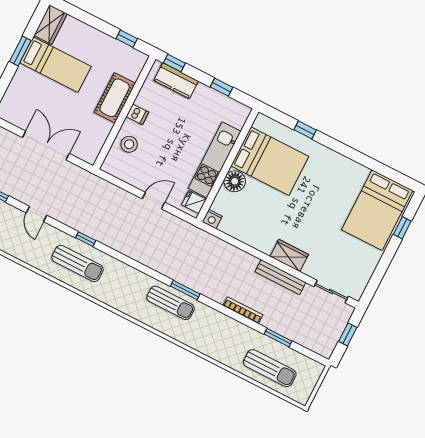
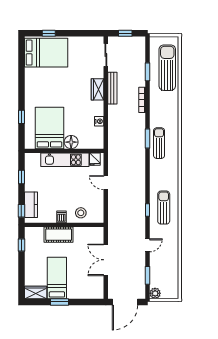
nightstand: (212, 219) -> (99, 121), moved
sun lounger: (270, 368) -> (167, 68), width x1.36, depth x1.34

